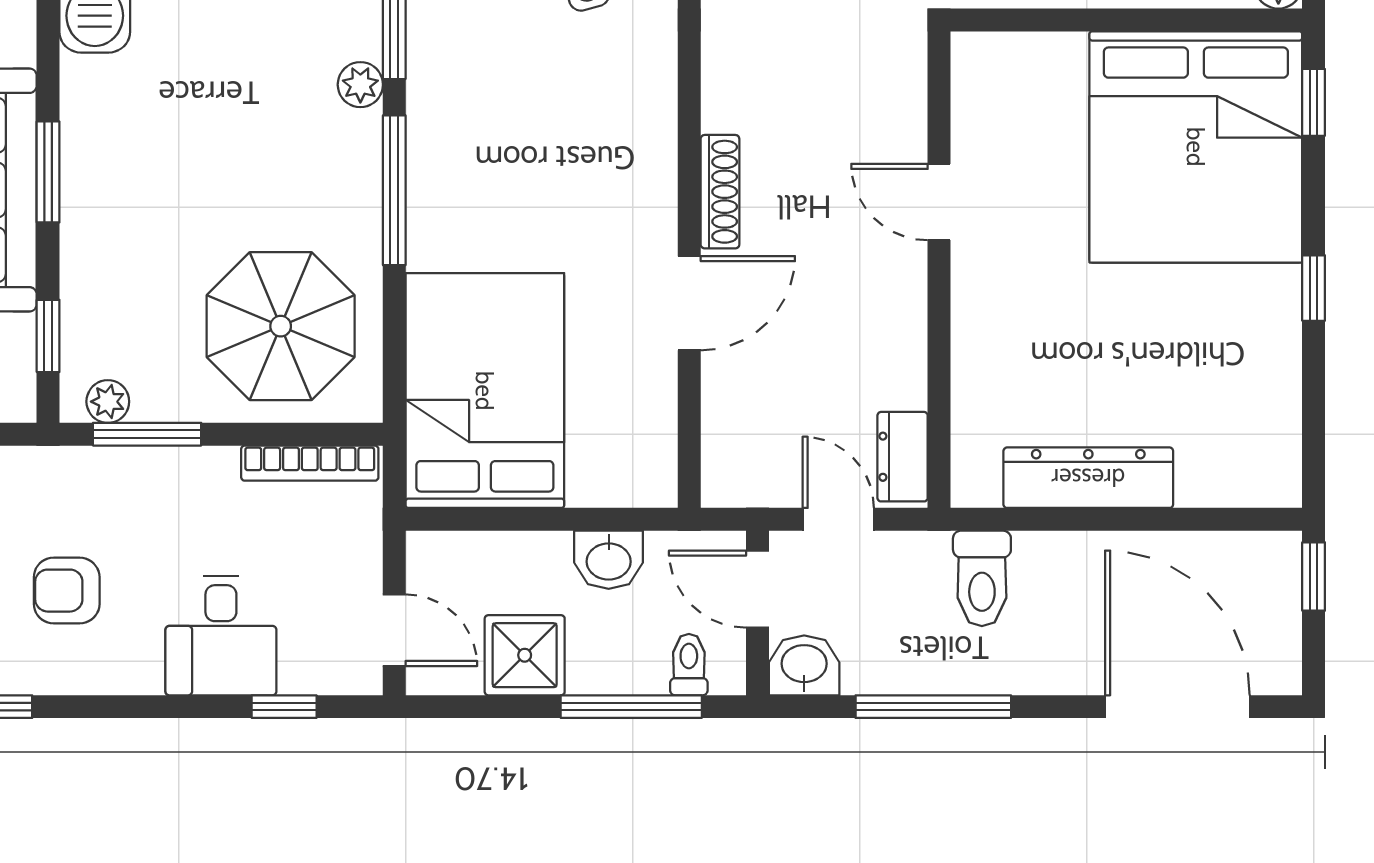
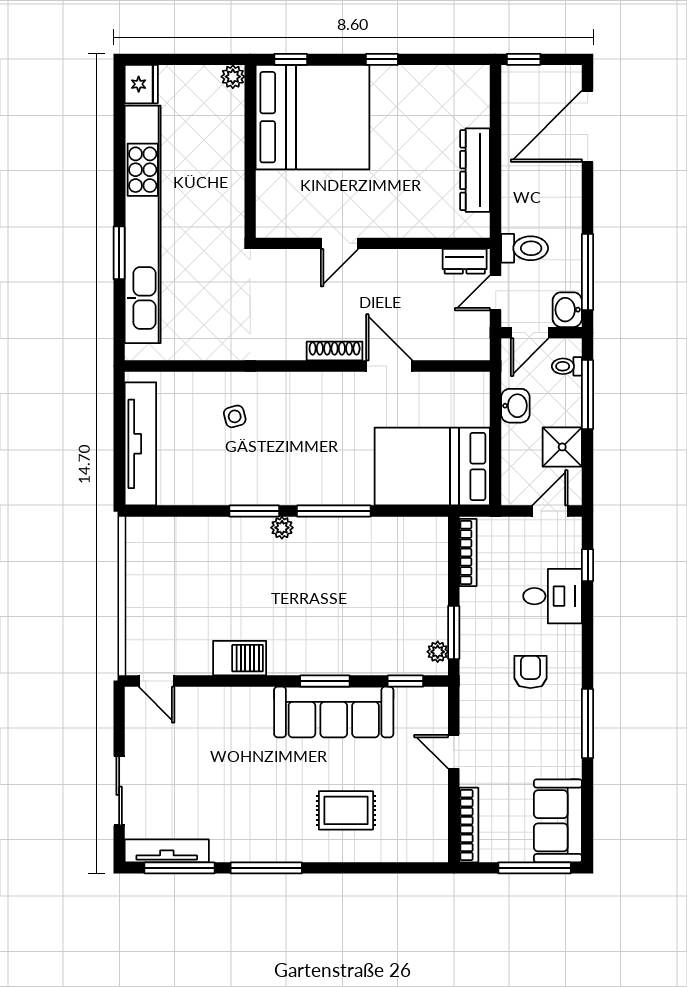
parasol: (281, 326) -> (401, 567), removed
toilet: (982, 578) -> (525, 248), moved
armchair: (67, 591) -> (530, 672), turned 180
window: (933, 707) -> (588, 272), moved

